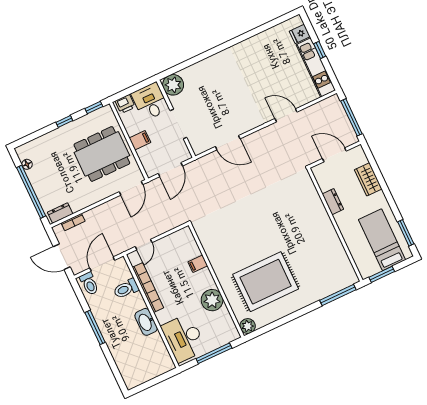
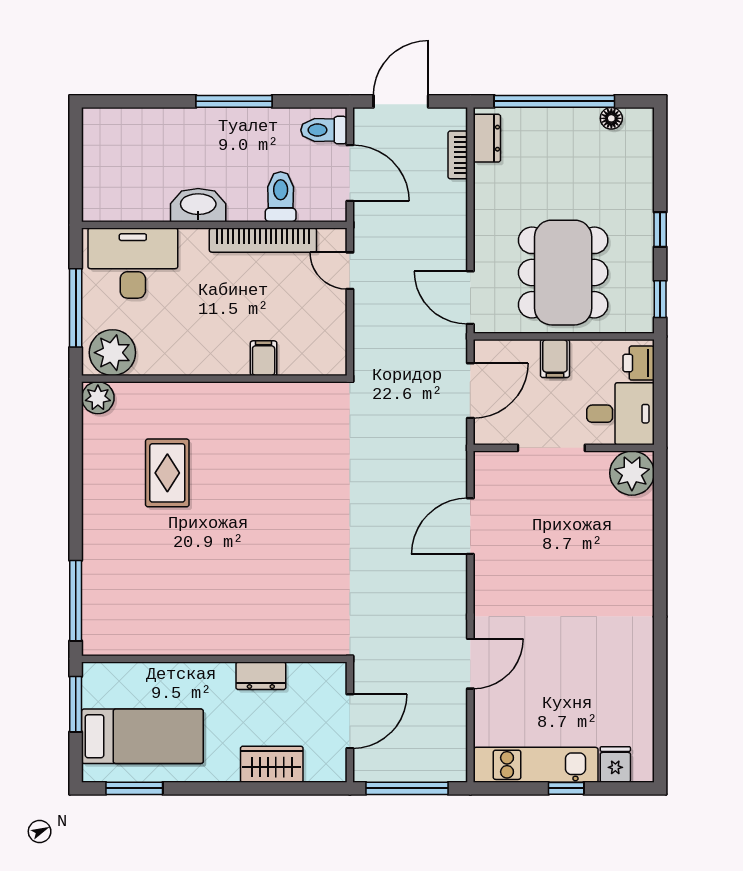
door: (170, 170) -> (470, 391), swing flipped
rug: (266, 282) -> (167, 473), width x0.54, depth x0.49
plant: (212, 300) -> (112, 353), moved

